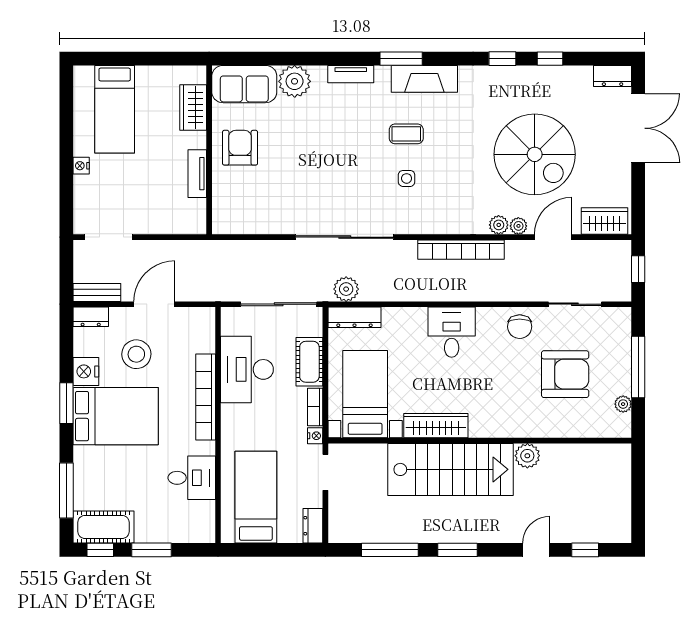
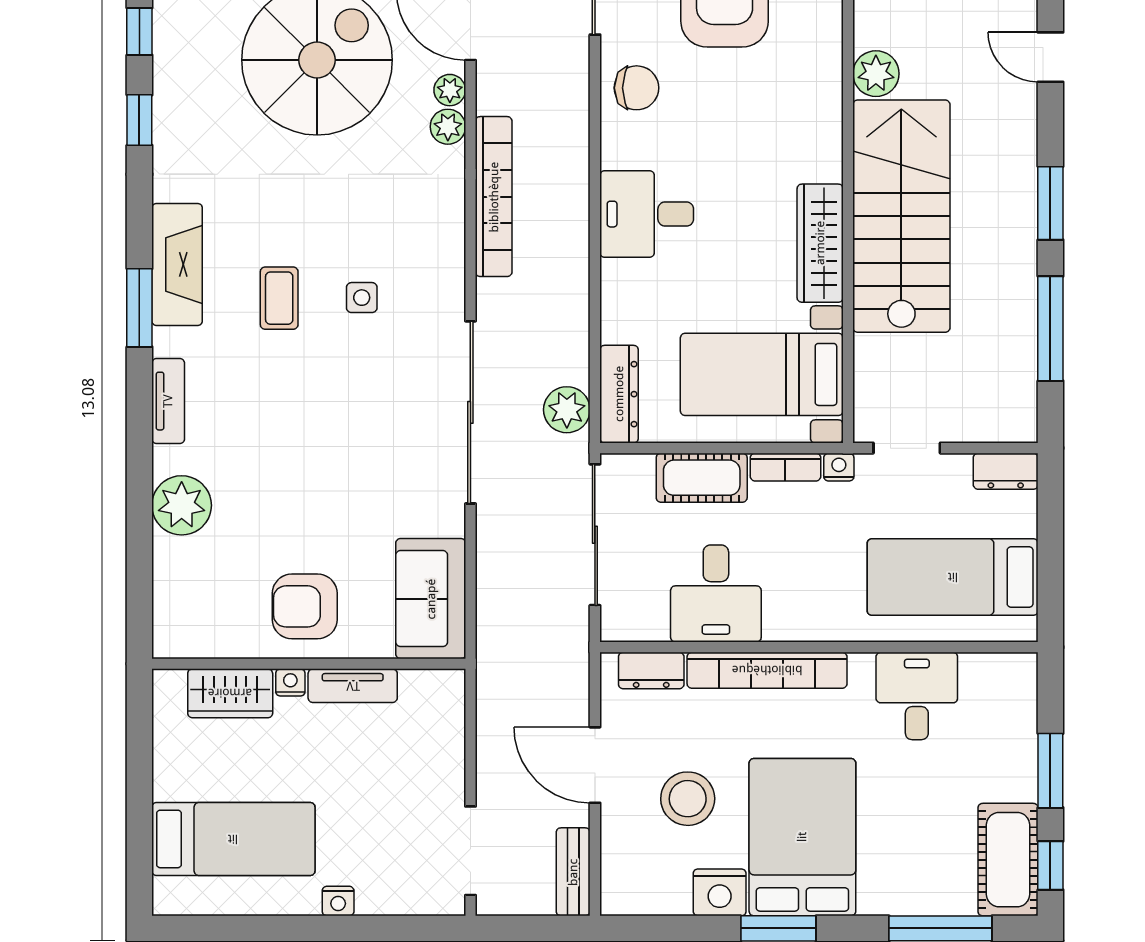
sofa: (244, 84) -> (431, 599), moved, turned 180
nightstand: (199, 140) -> (290, 682), added
dresser: (91, 317) -> (651, 671), moved, turned 90
desk: (247, 369) -> (716, 593), width x0.73

